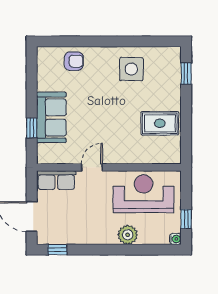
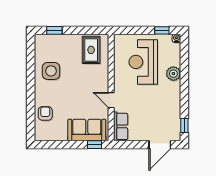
door: (92, 167) -> (111, 100), moved
wall: (109, 167) -> (111, 87), moved
row of seats: (56, 180) -> (121, 126), moved

